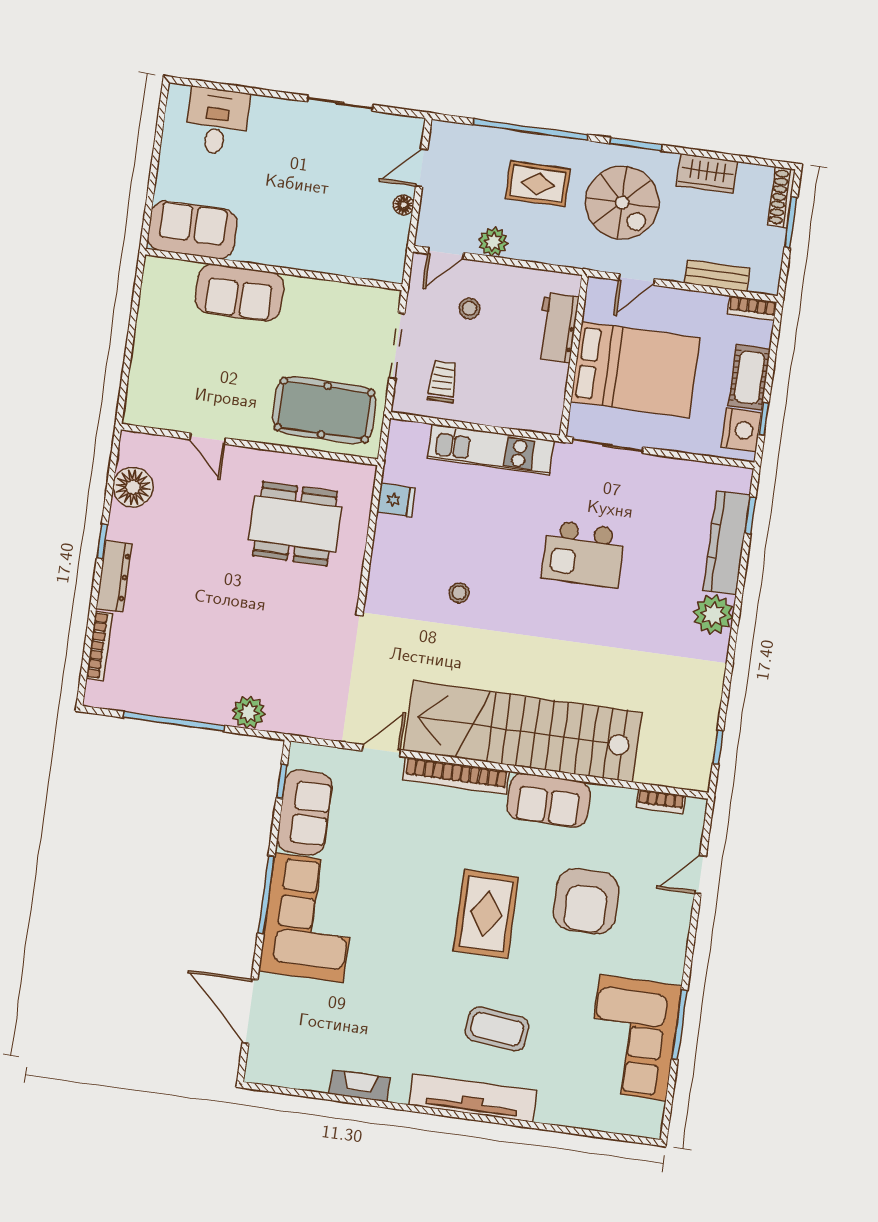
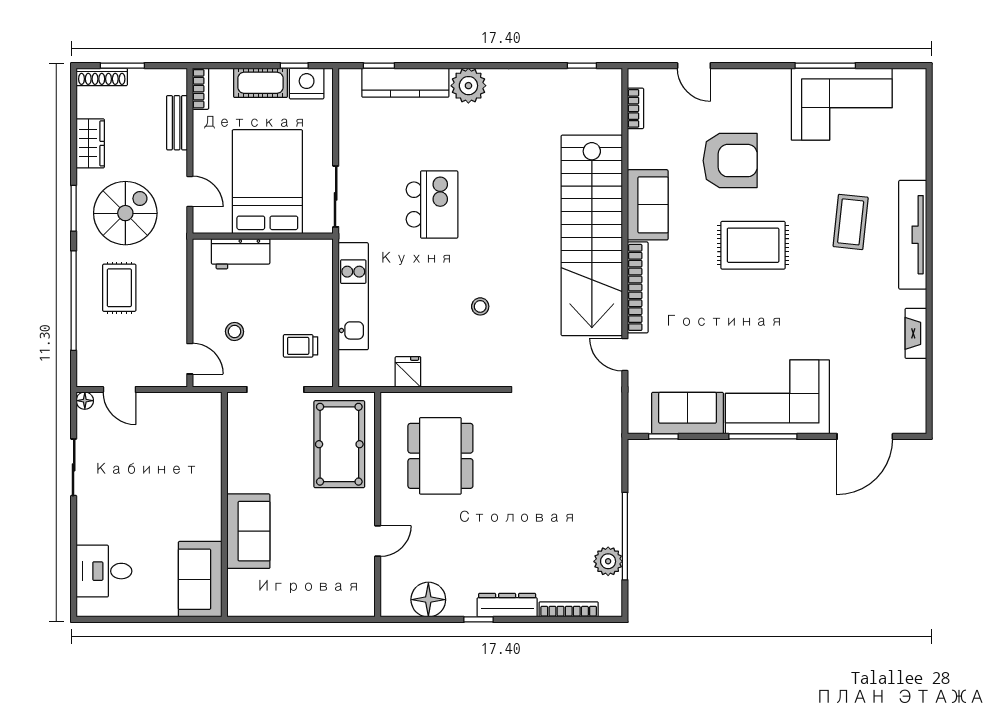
floor lamp: (404, 205) -> (85, 401), moved
plant: (493, 242) -> (175, 319), removed
plant: (249, 712) -> (608, 561), moved

